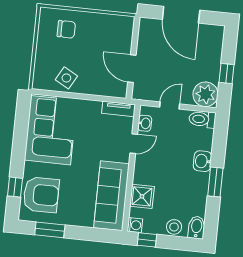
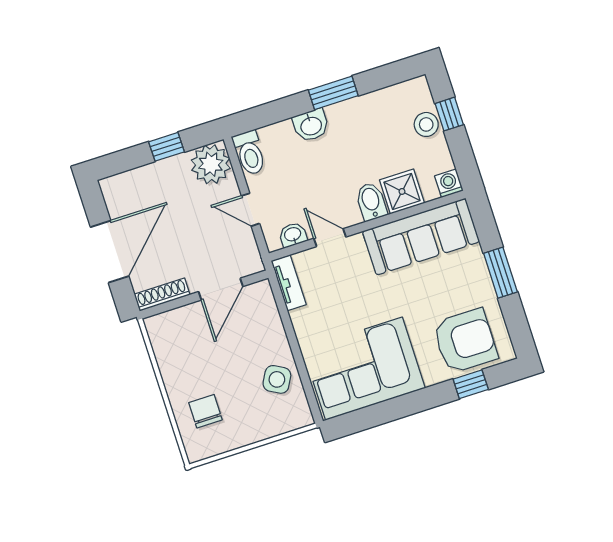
shoe rack: (144, 34) -> (162, 295), added
armchair: (41, 195) -> (465, 341), turned 90
bidet: (197, 227) -> (371, 202), moved, turned 90
window: (50, 230) -> (500, 273), moved
window: (147, 240) -> (449, 114), moved

